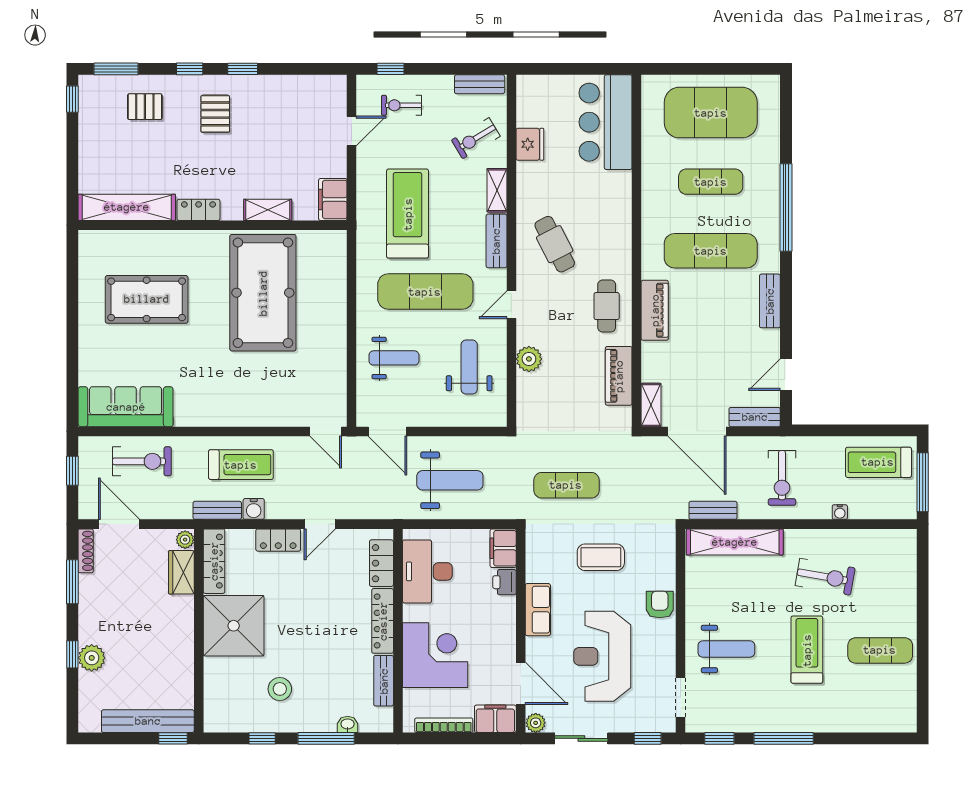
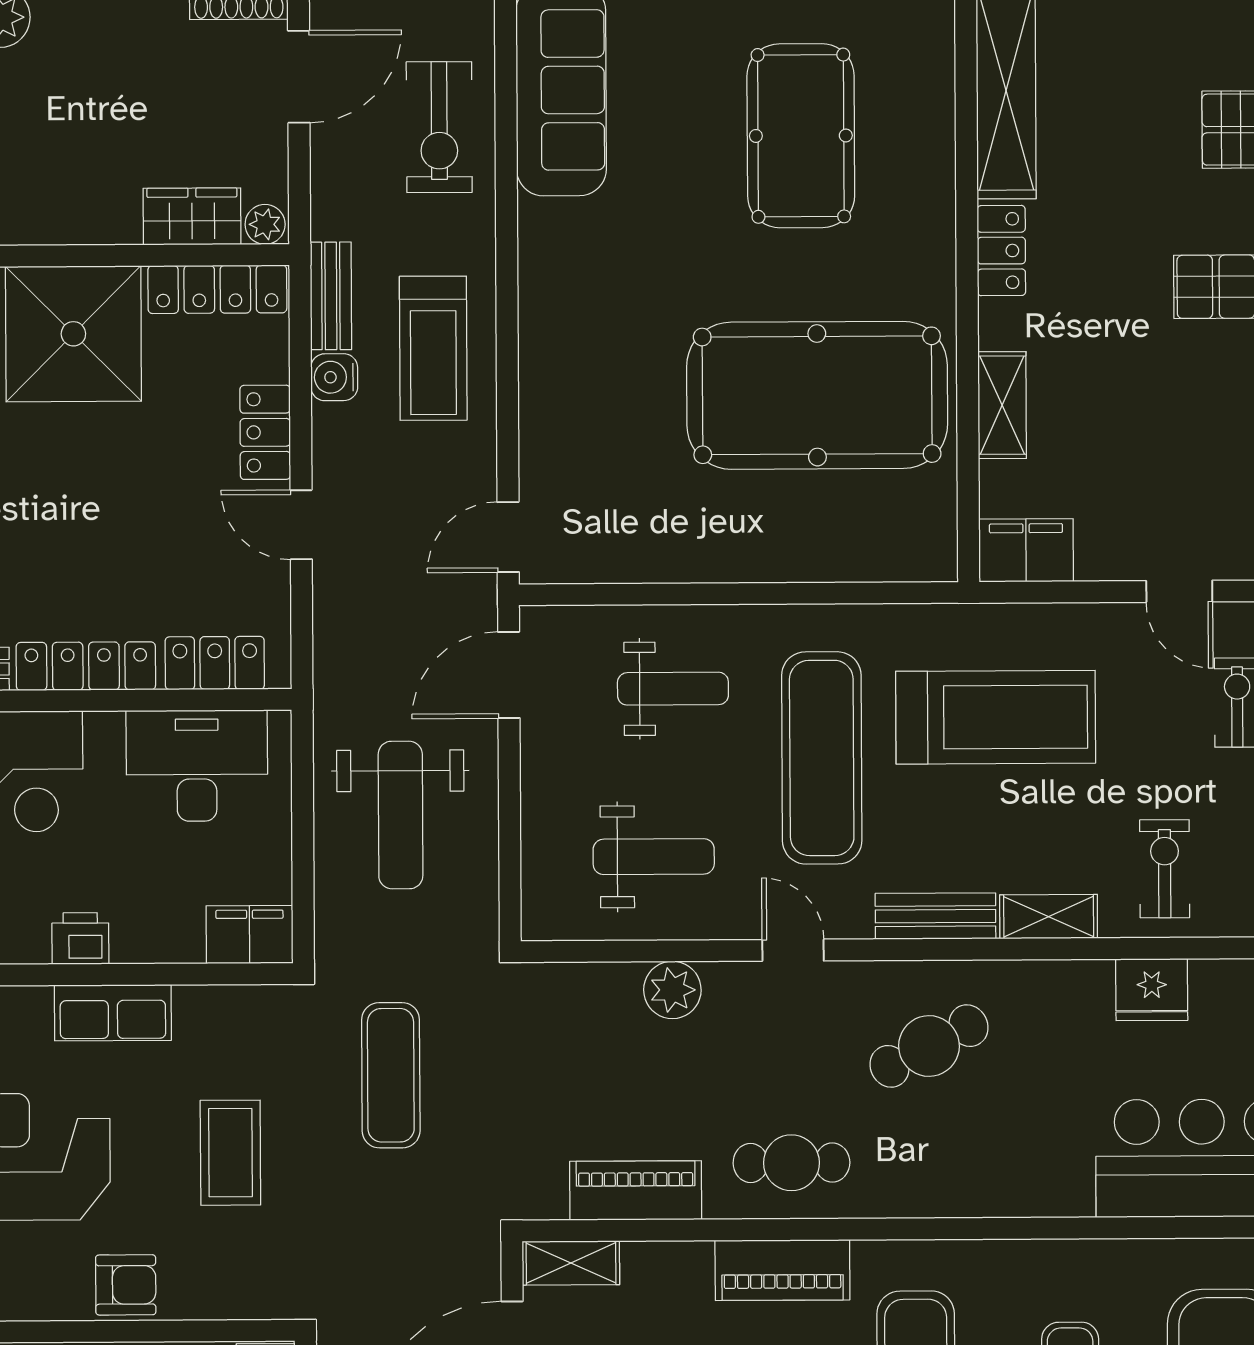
exercise bike: (476, 138) -> (1165, 869), turned 31
weight bench: (394, 358) -> (673, 689), turned -90
printer: (505, 582) -> (80, 939), moved

